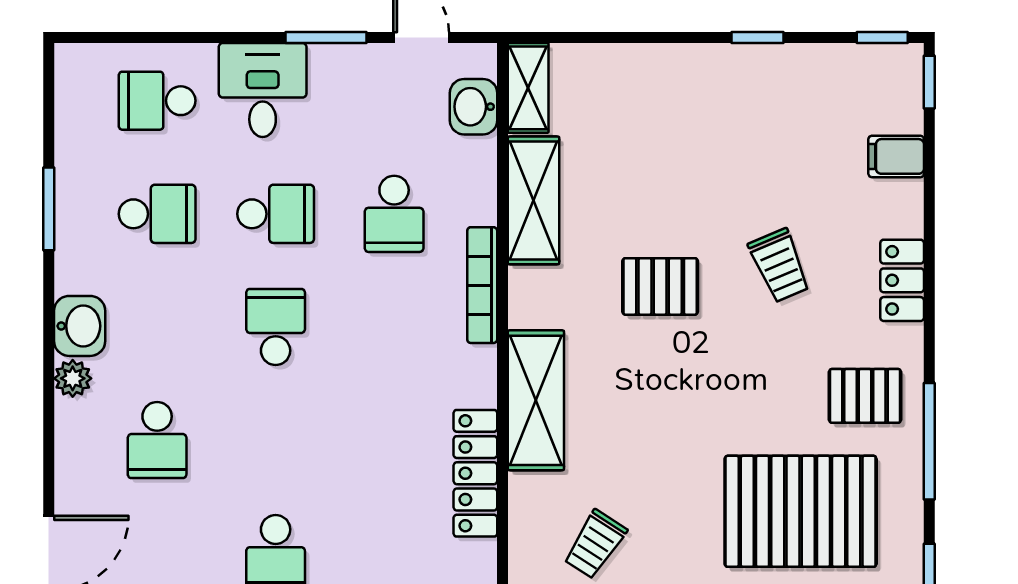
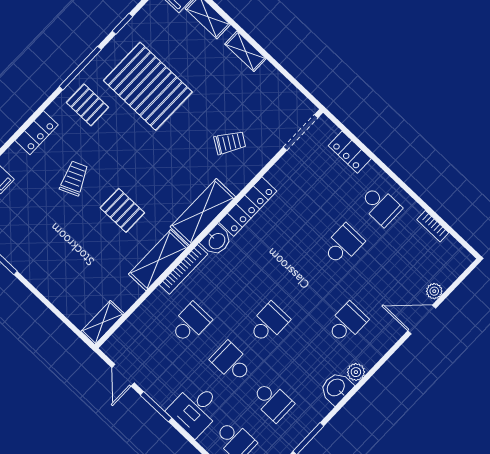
washbasin: (474, 107) -> (217, 241), moved
shelving: (533, 200) -> (158, 260), moved
school desk: (157, 214) -> (272, 401), turned 180
school desk: (276, 327) -> (269, 323), turned 180

